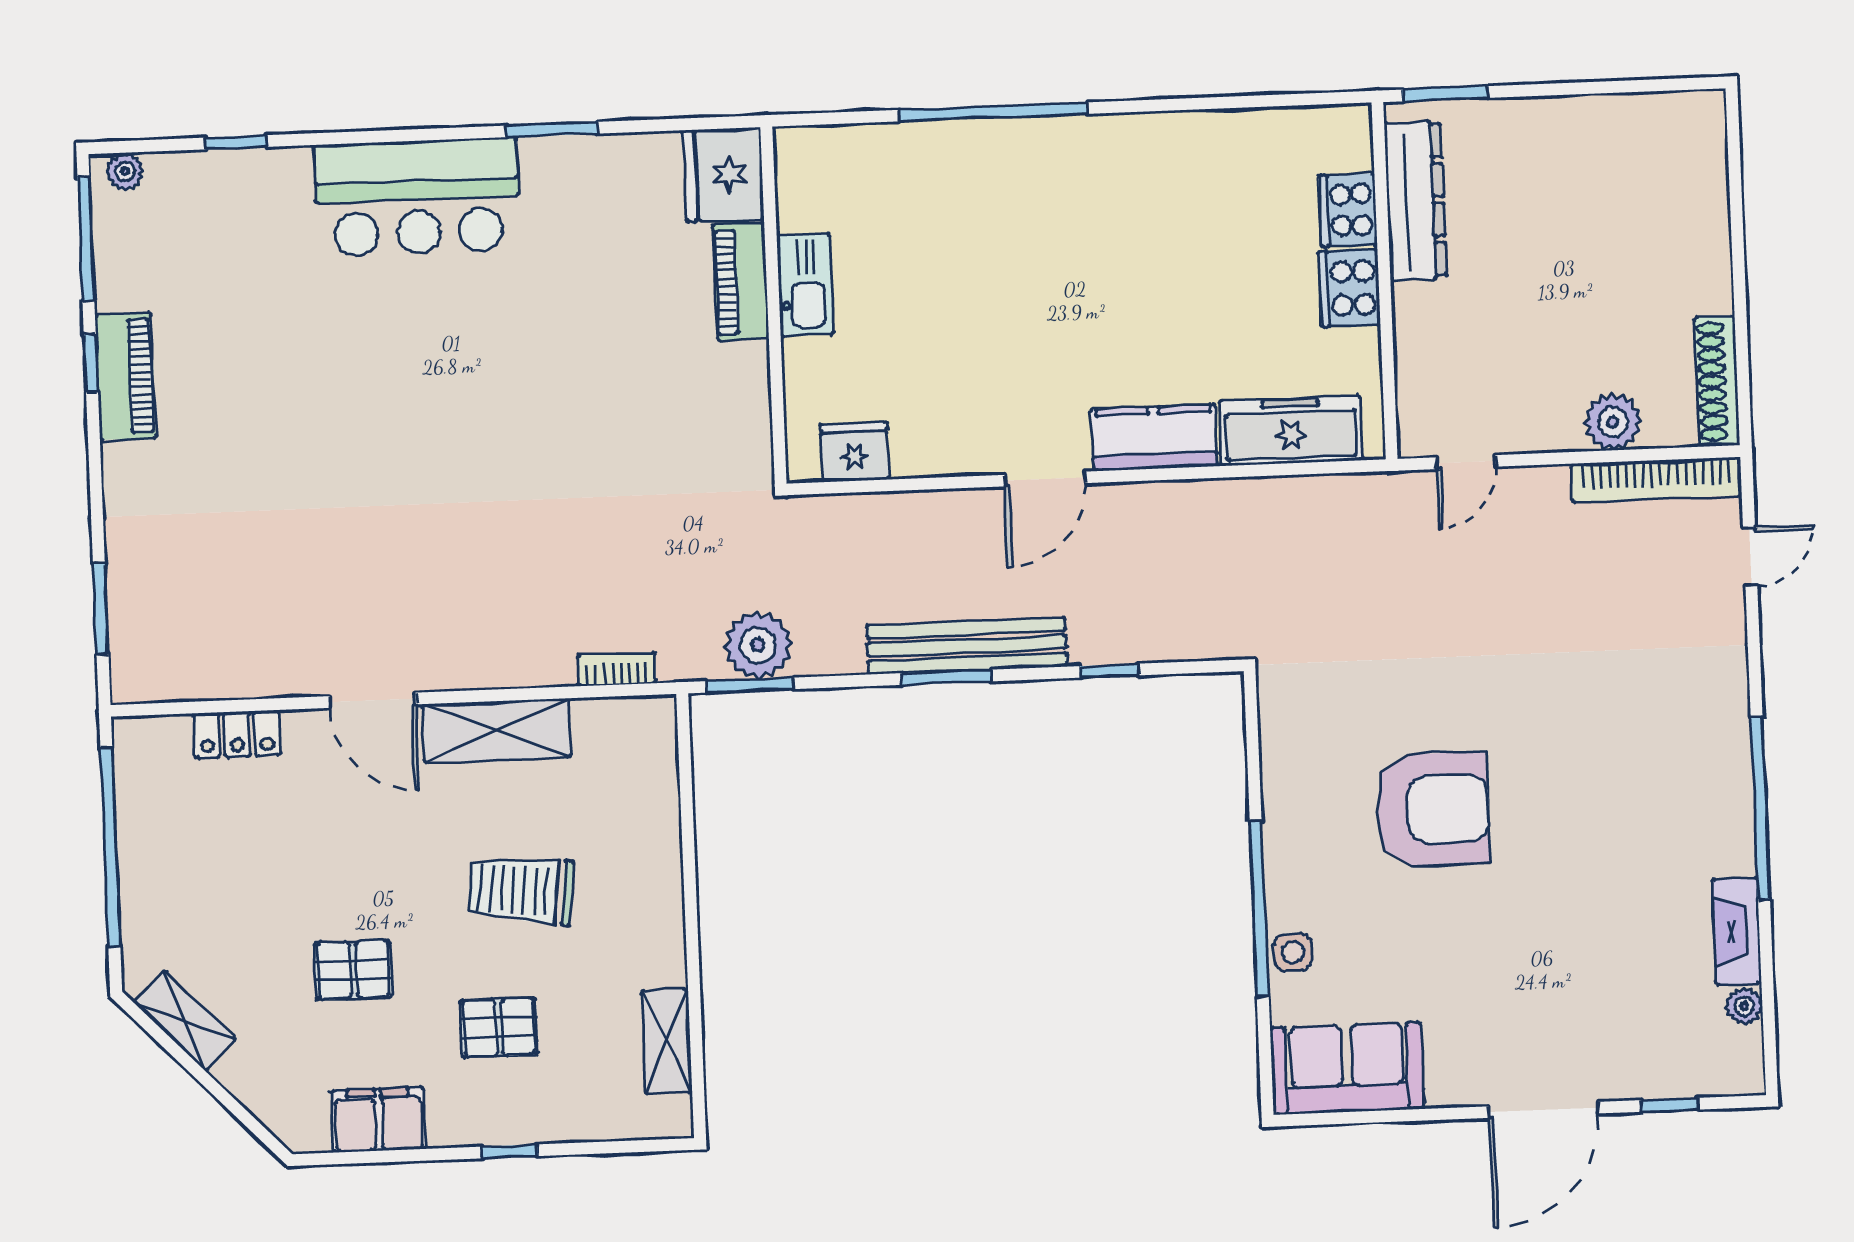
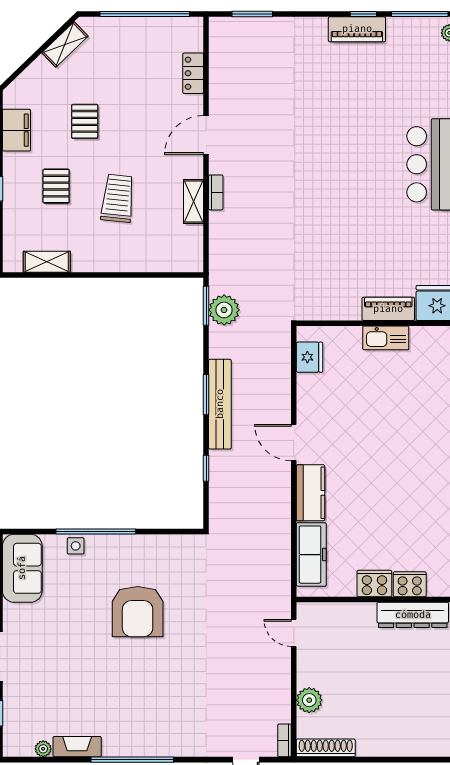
bookcase: (1656, 480) -> (285, 740), width x0.43, depth x0.76
bookcase: (617, 669) -> (216, 192), moved
shelving: (497, 731) -> (193, 201), width x0.67, depth x0.75

